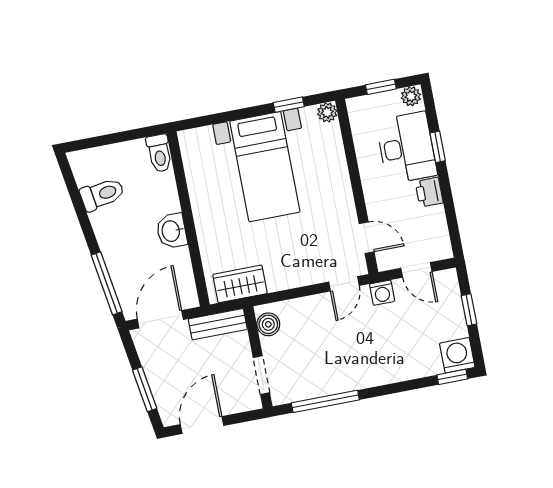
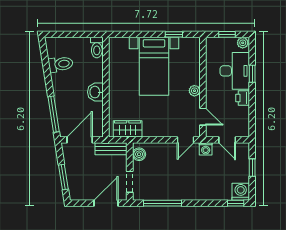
plant: (327, 112) -> (194, 91), moved
door: (202, 425) -> (106, 203), moved

